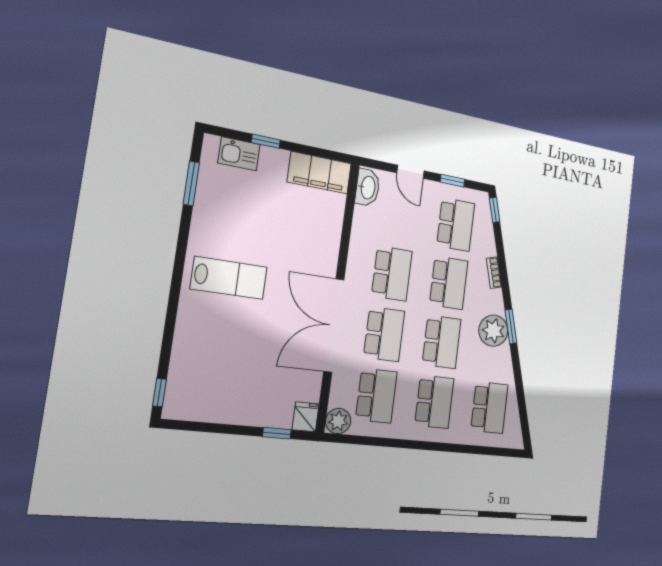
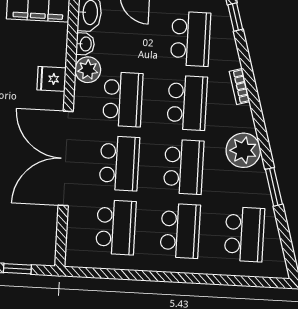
washbasin: (361, 217) -> (85, 44), added
window: (511, 326) -> (274, 187), moved
fridge: (306, 417) -> (51, 79), moved, turned -90
plant: (338, 421) -> (88, 70), moved

